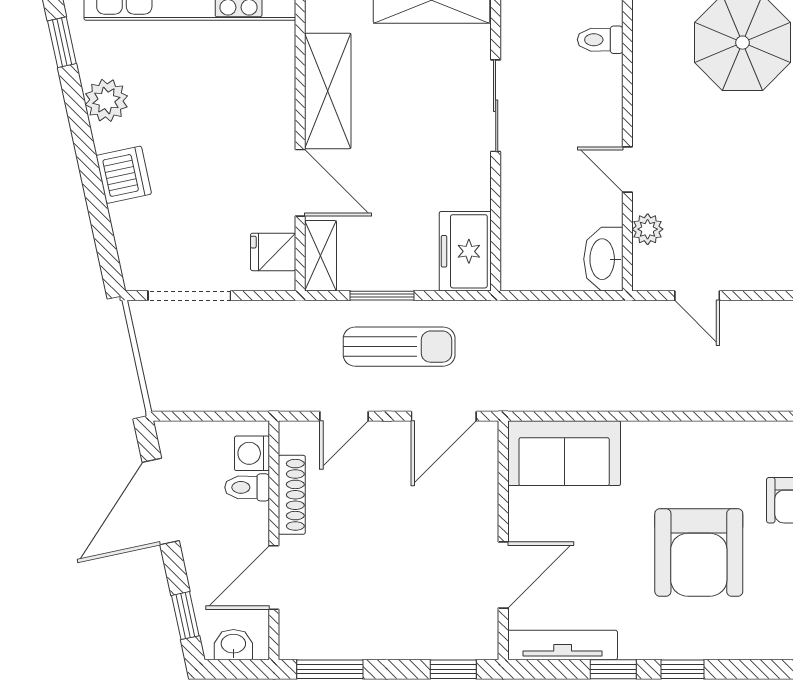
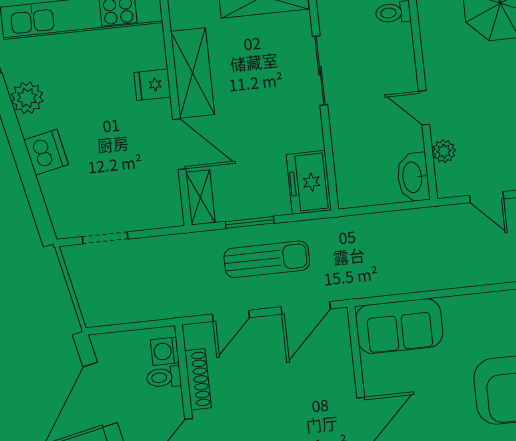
fridge: (273, 252) -> (152, 85), moved
doorway: (189, 296) -> (105, 238), width x0.73

